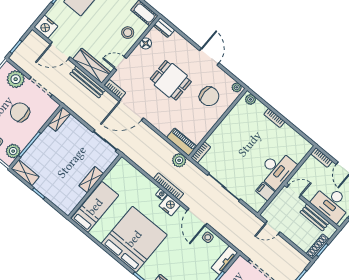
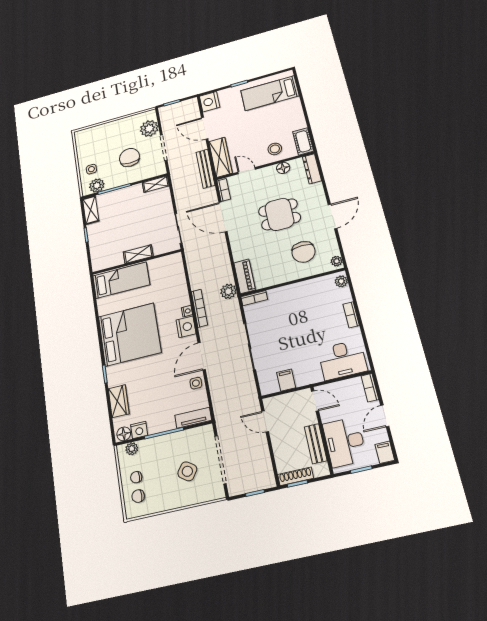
dresser: (164, 28) -> (312, 169), width x1.44
dining table: (171, 80) -> (279, 214), turned 90
desk: (277, 169) -> (342, 360), moved

